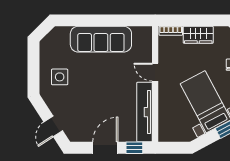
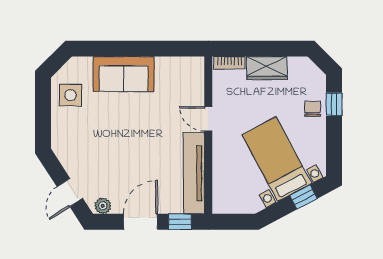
sofa: (101, 39) -> (124, 74), width x0.73
side table: (60, 77) -> (70, 95), moved
plant: (77, 136) -> (103, 206), added

